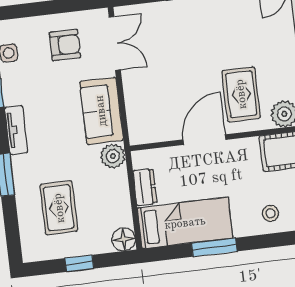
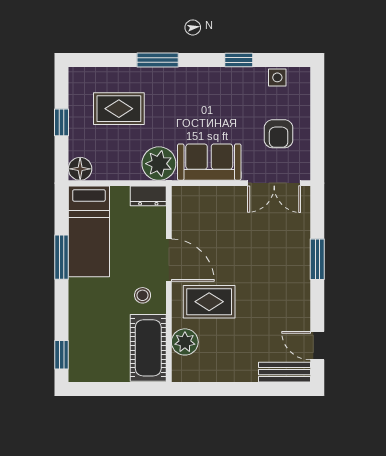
tv unit: (16, 130) -> (200, 76), removed
plant: (113, 156) -> (159, 164), width x1.36, depth x1.36
dresser: (145, 187) -> (148, 196), moved
stool: (271, 213) -> (143, 295), moved

